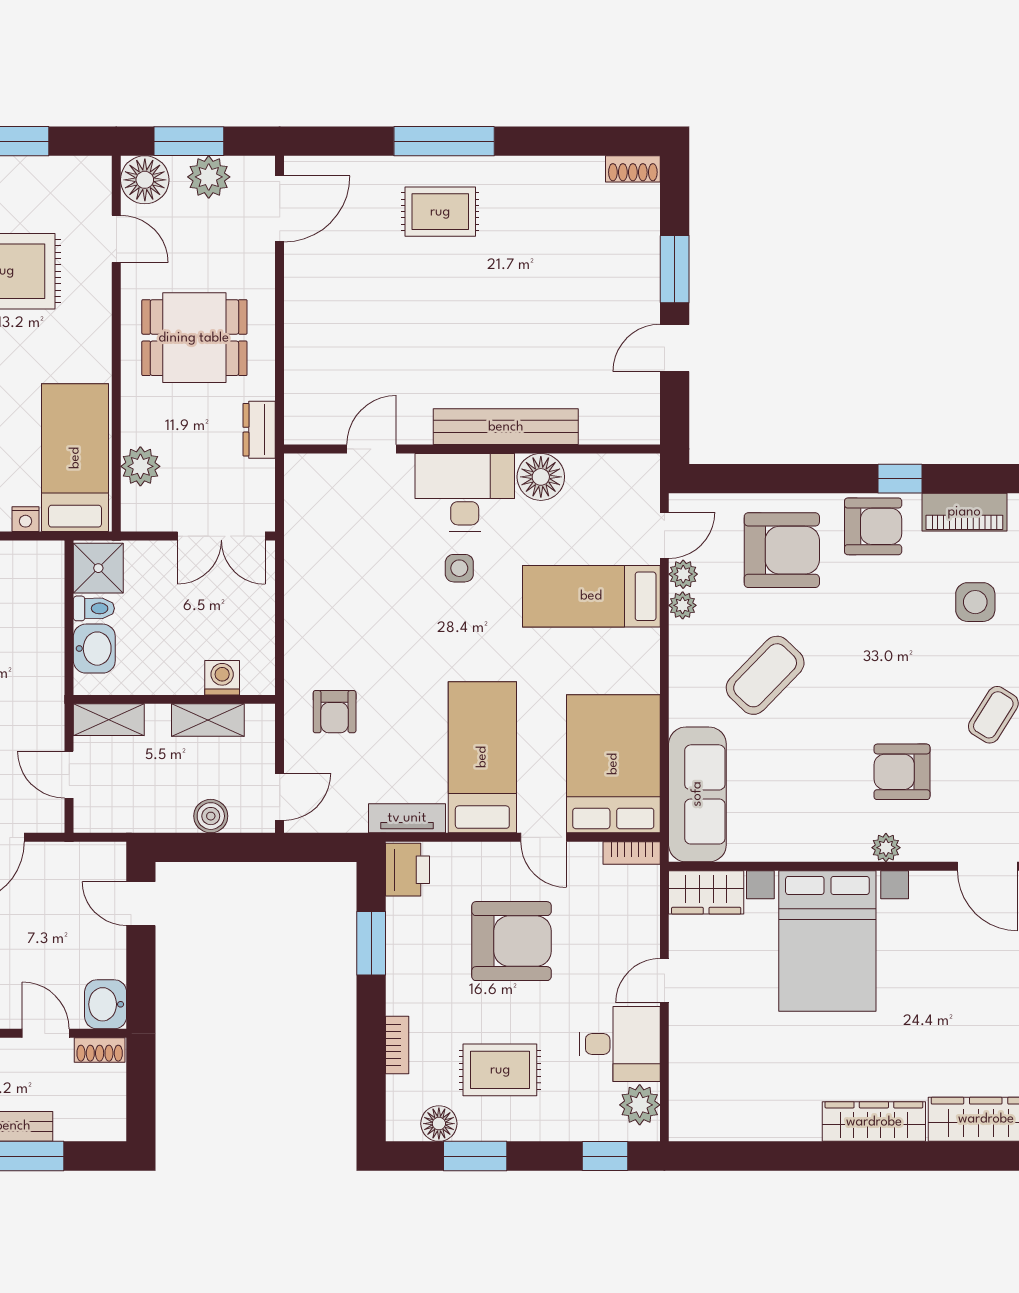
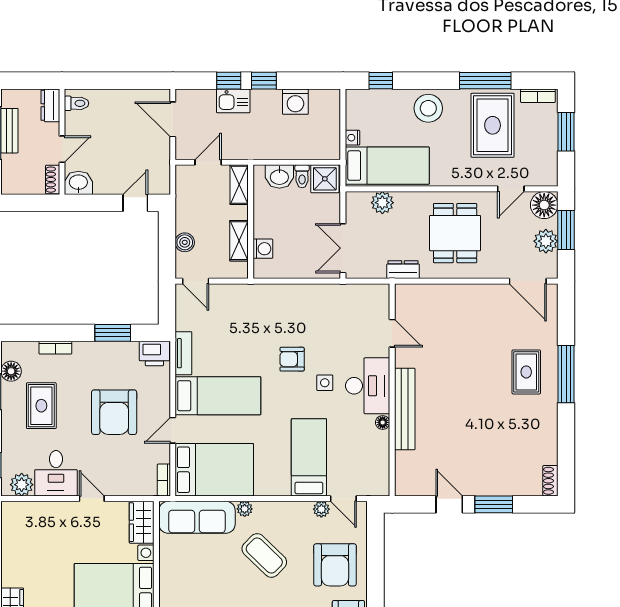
floor lamp: (541, 477) -> (383, 422), width x0.53, depth x0.53
plant: (683, 605) -> (245, 509), moved
armchair: (335, 712) -> (292, 359), moved

